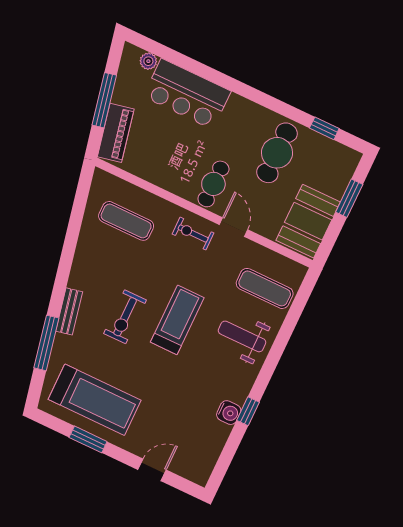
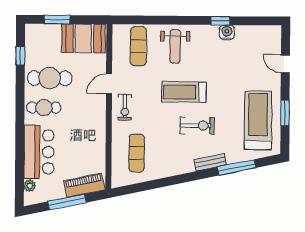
cafe table: (213, 184) -> (44, 108), moved

